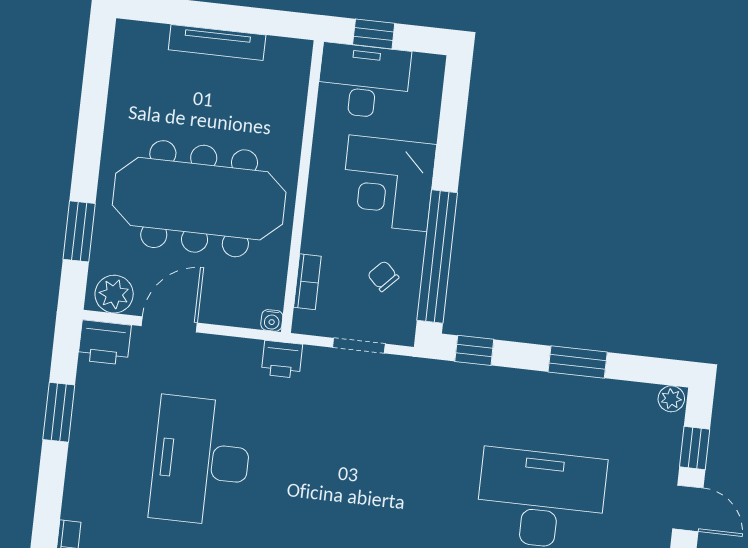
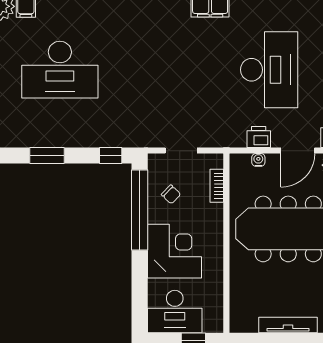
desk: (364, 81) -> (175, 312), moved
water cooler: (272, 320) -> (258, 160), moved
printer: (282, 359) -> (259, 137), moved

